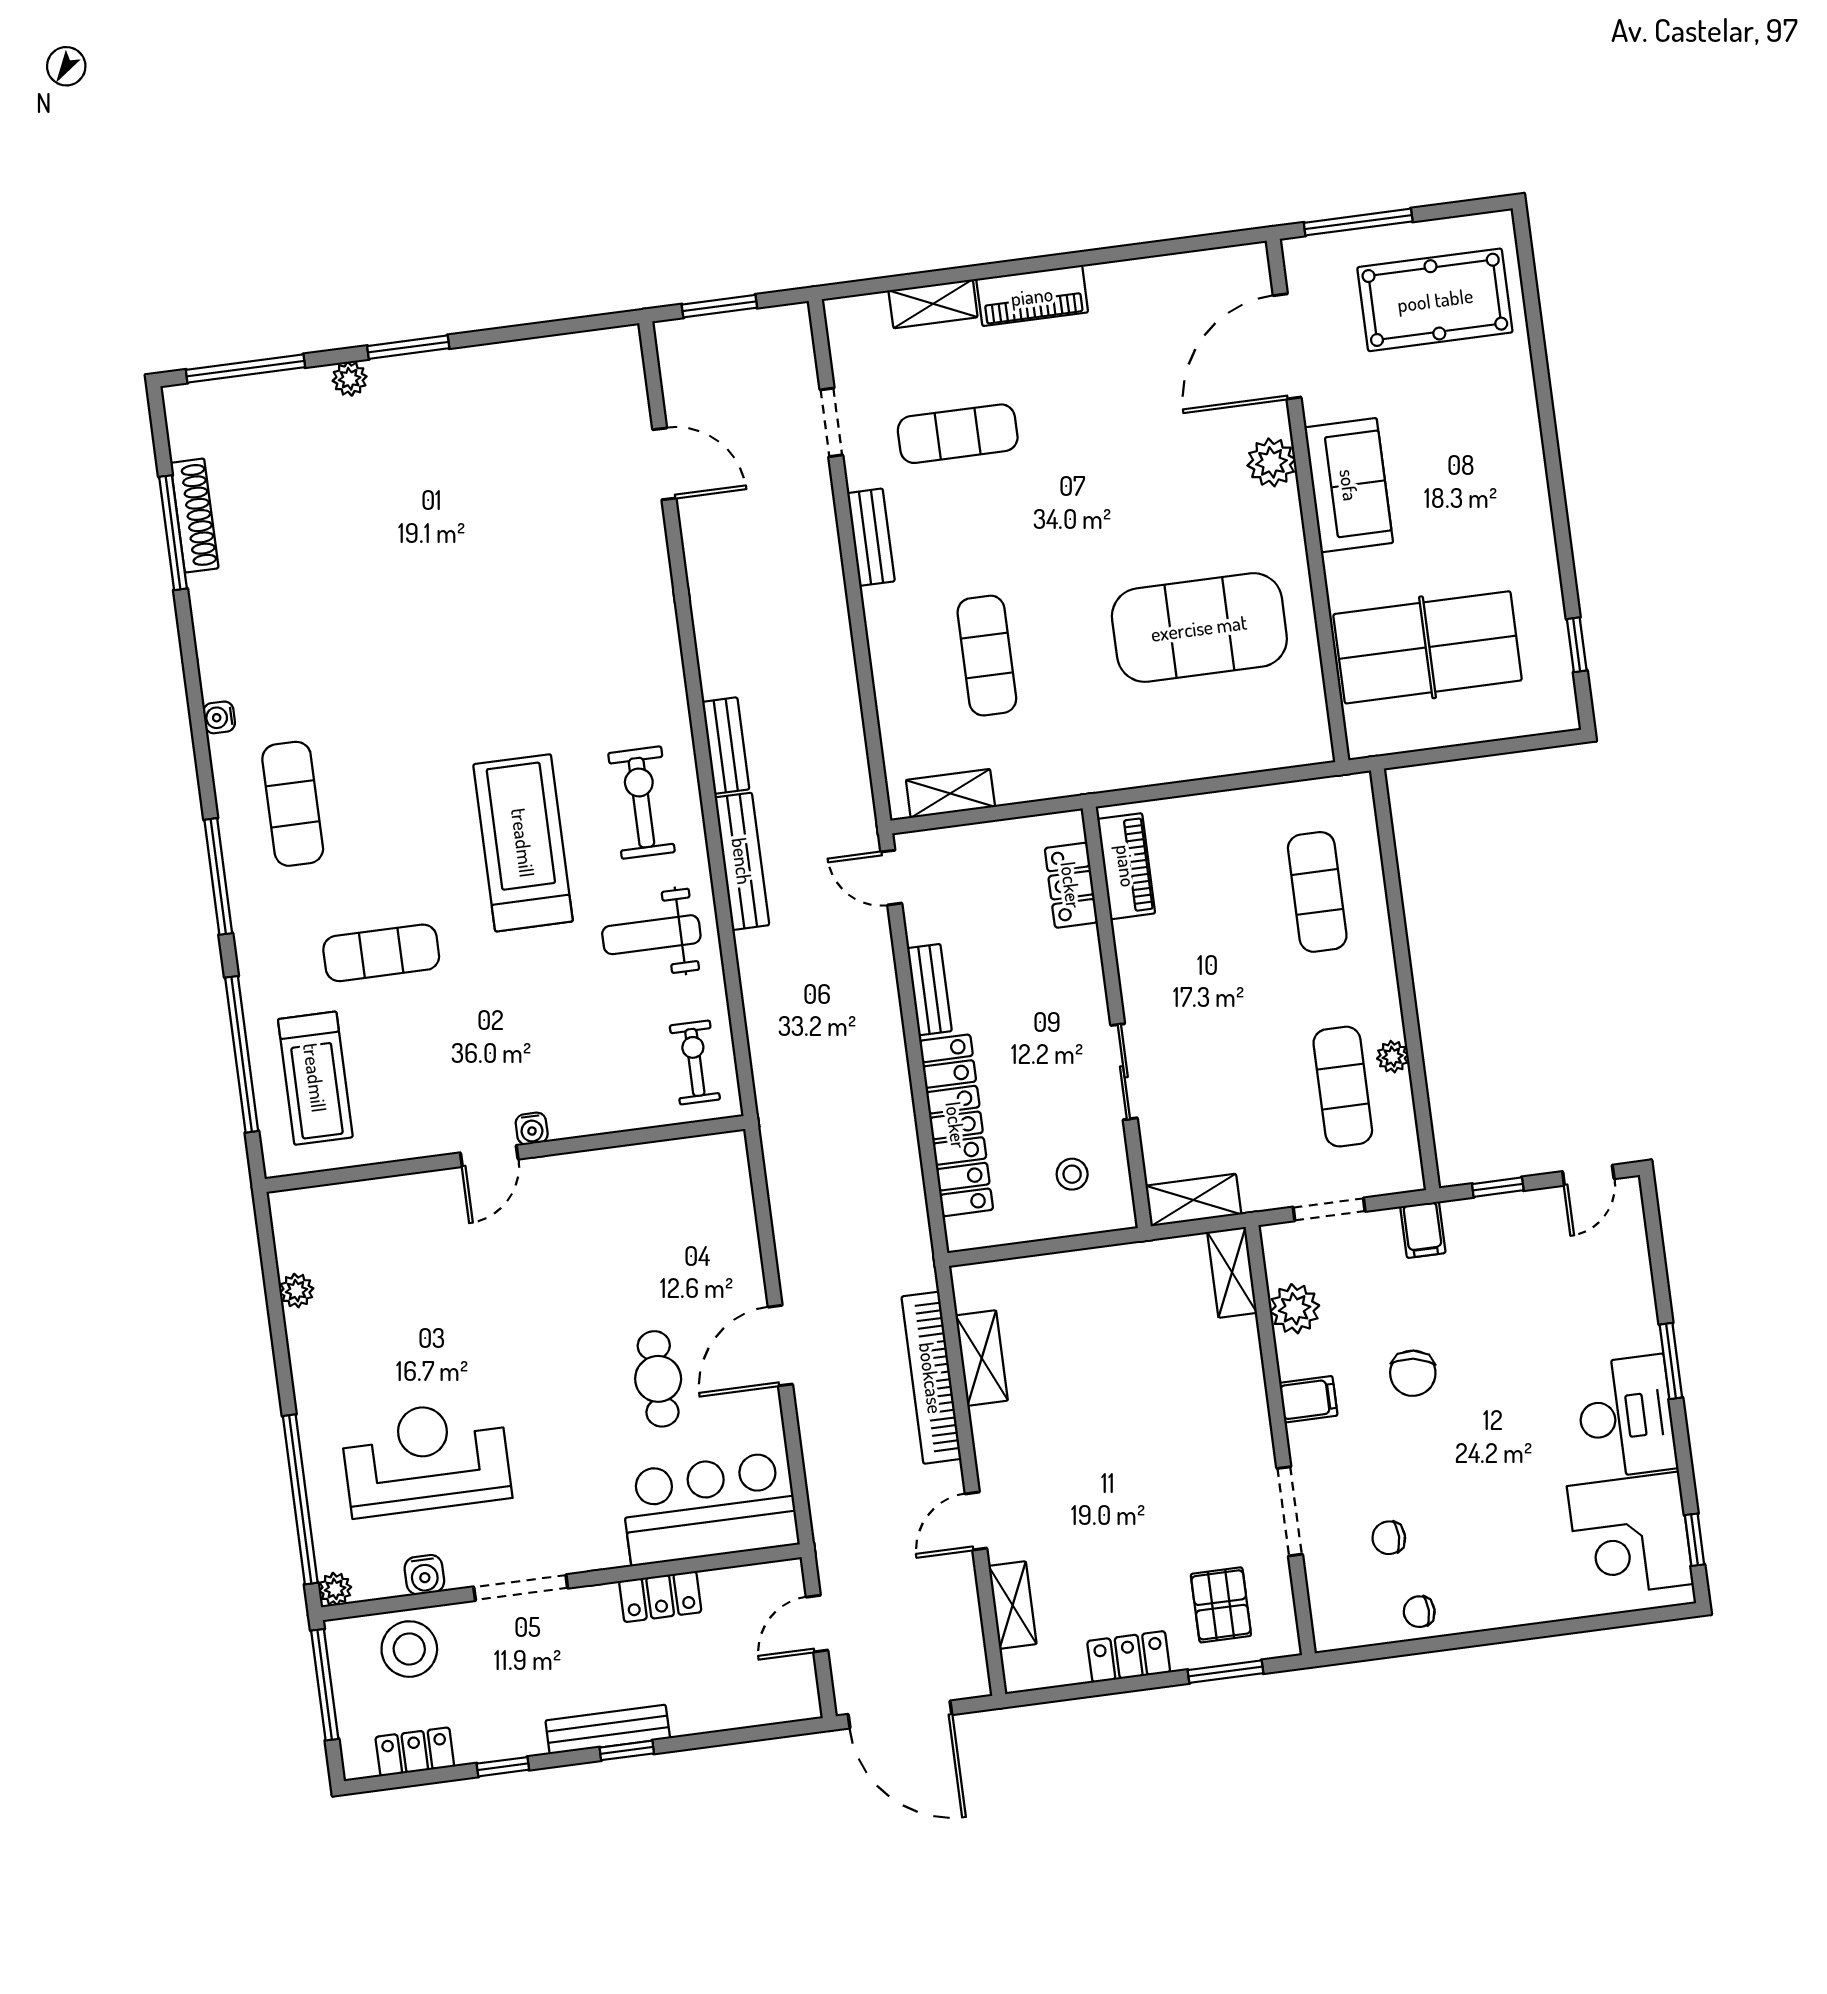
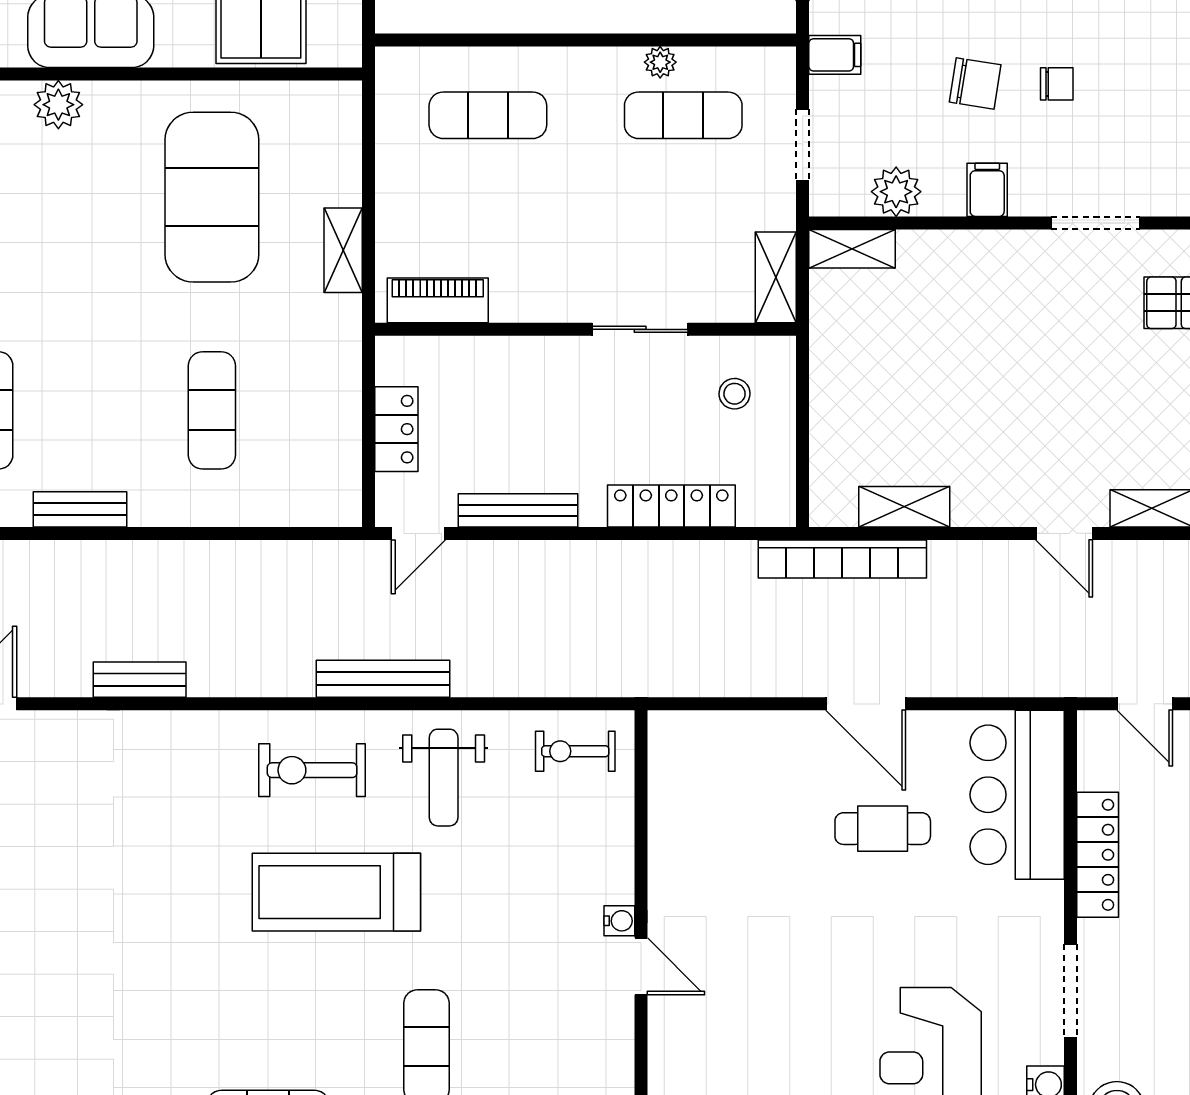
exercise mat: (987, 656) -> (212, 410), turned 90
bench: (726, 746) -> (140, 680), moved
shelving: (950, 793) -> (343, 250), moved
locker: (1071, 885) -> (396, 429), moved, turned -90
bench: (929, 990) -> (518, 510), width x1.36
locker: (956, 1125) -> (671, 506), width x0.71, depth x0.83
bookcase: (931, 1378) -> (842, 559), moved
chair: (1389, 1538) -> (1057, 84), moved, turned -90
locker: (660, 1597) -> (1098, 855), width x1.53

